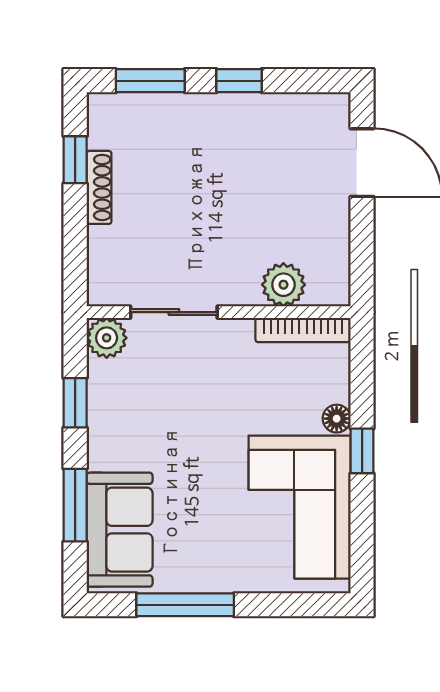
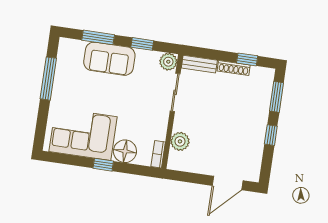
bench: (102, 267) -> (199, 64), added
bookcase: (303, 330) -> (158, 154), width x0.64
floor lamp: (337, 419) -> (125, 151), width x1.89, depth x1.89
sofa: (120, 530) -> (109, 59), moved

